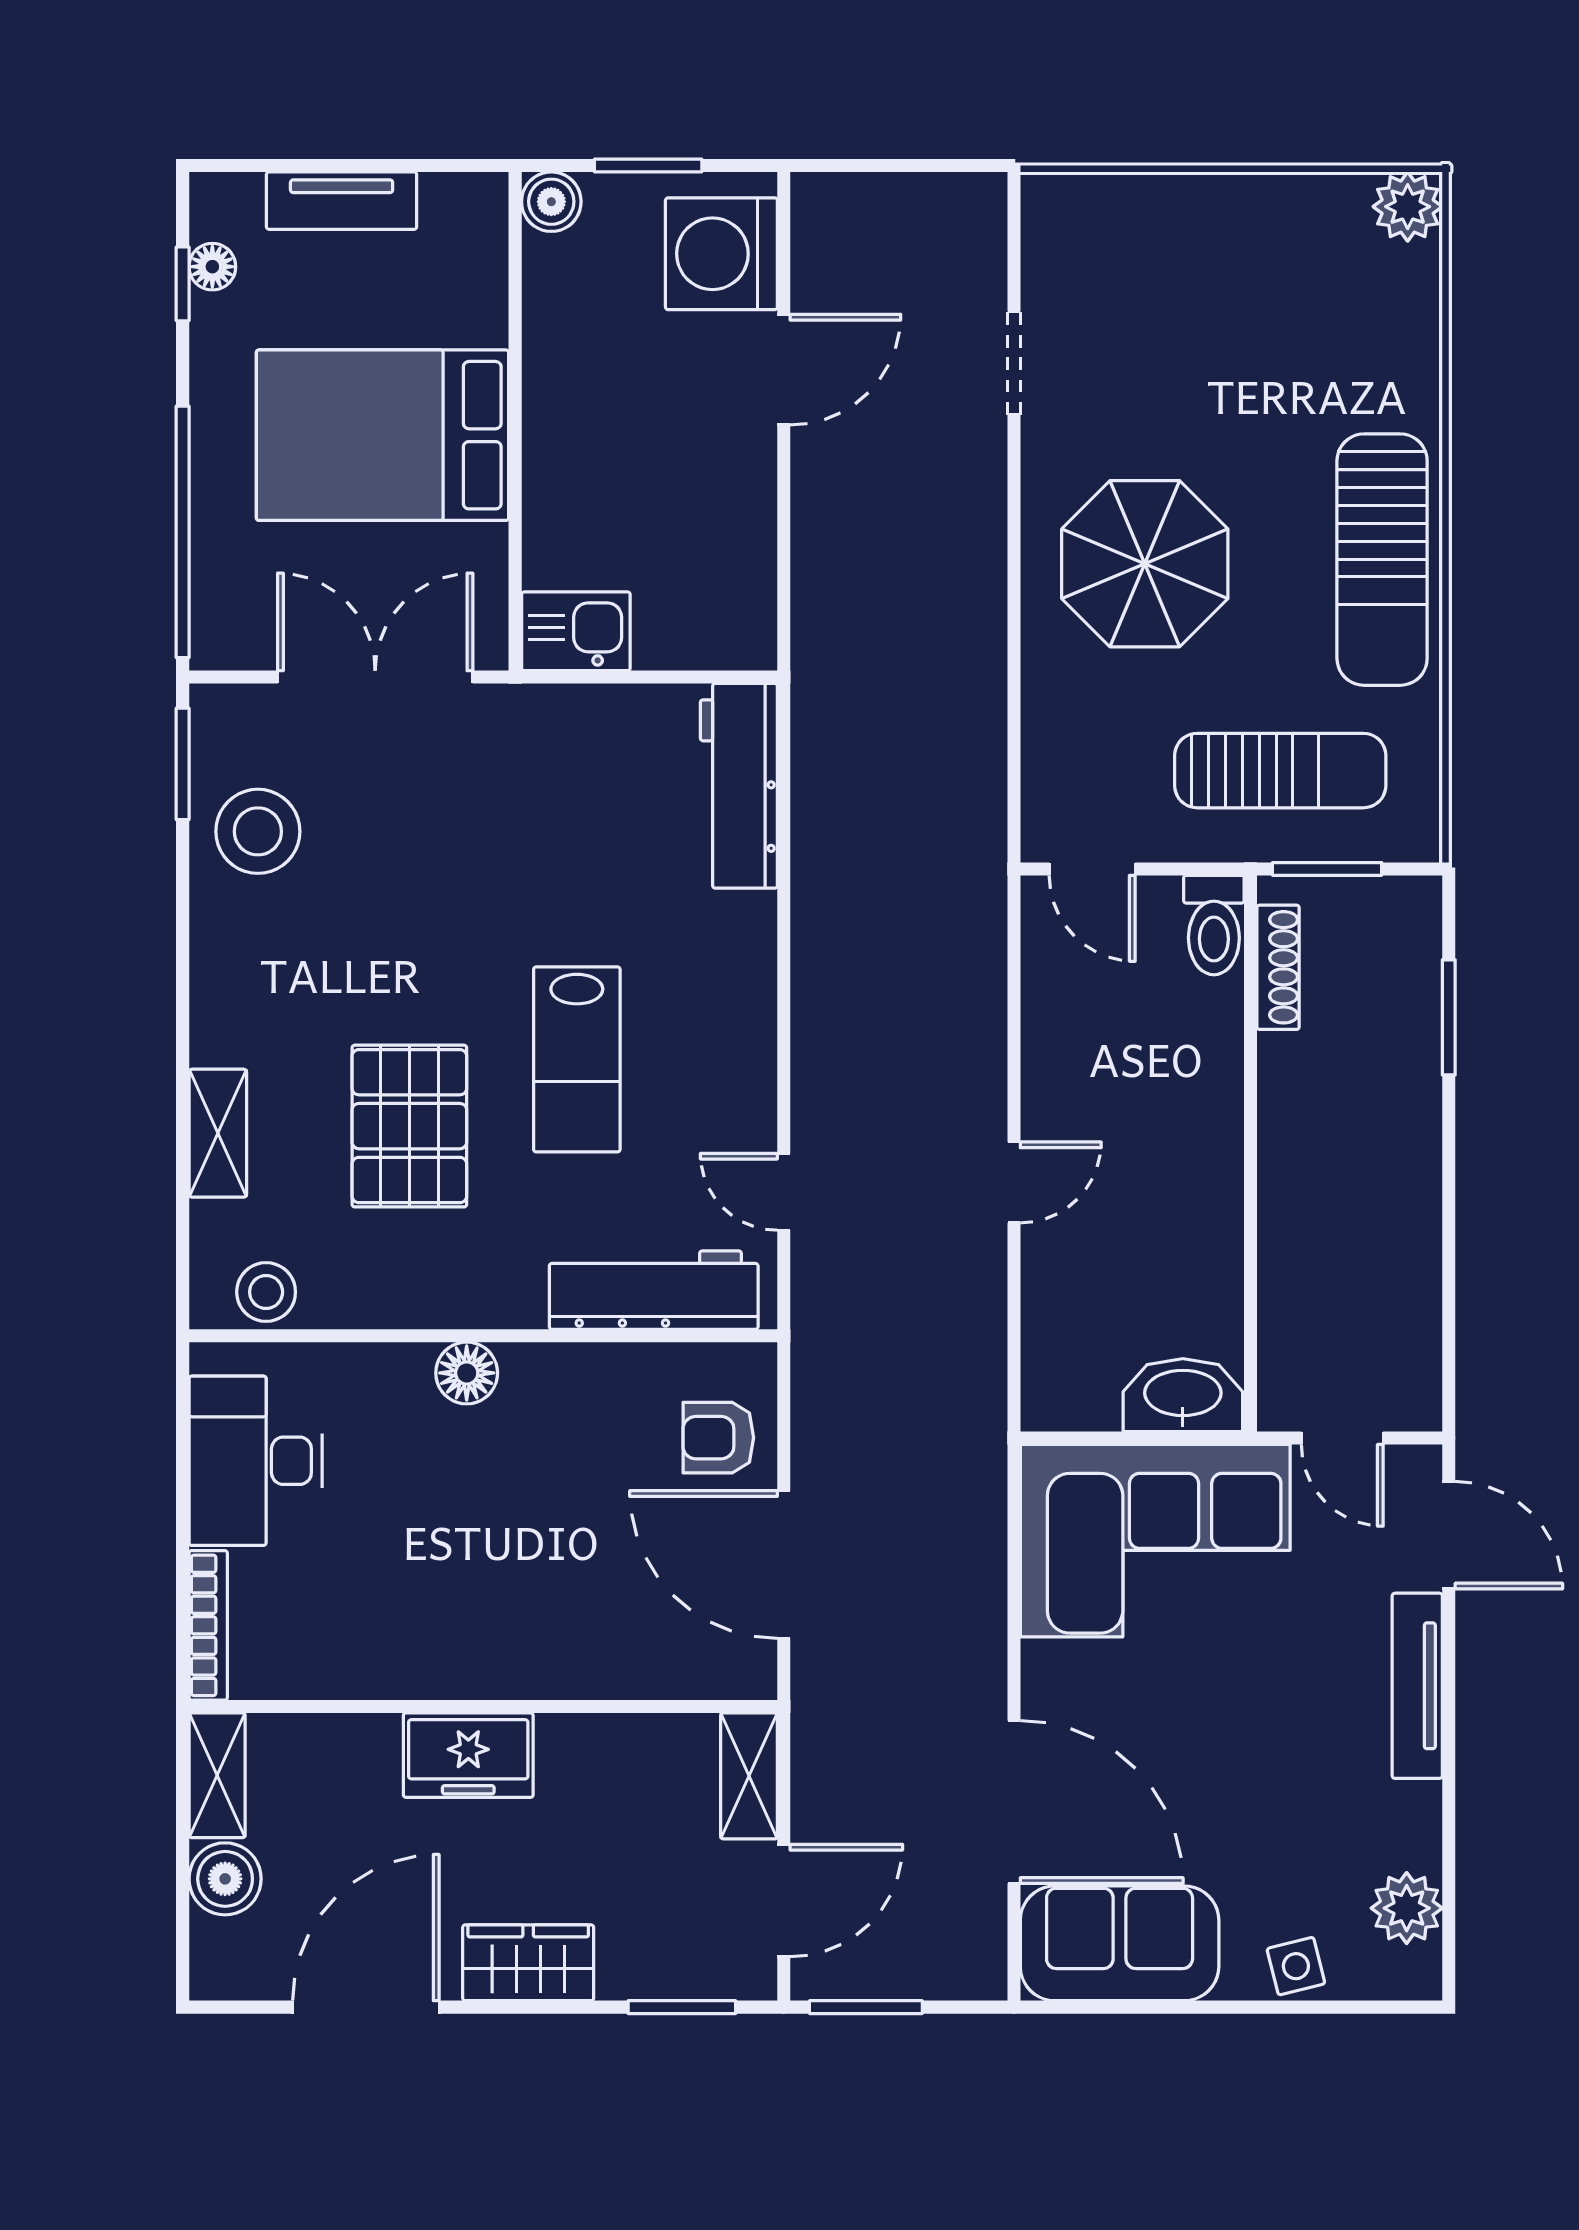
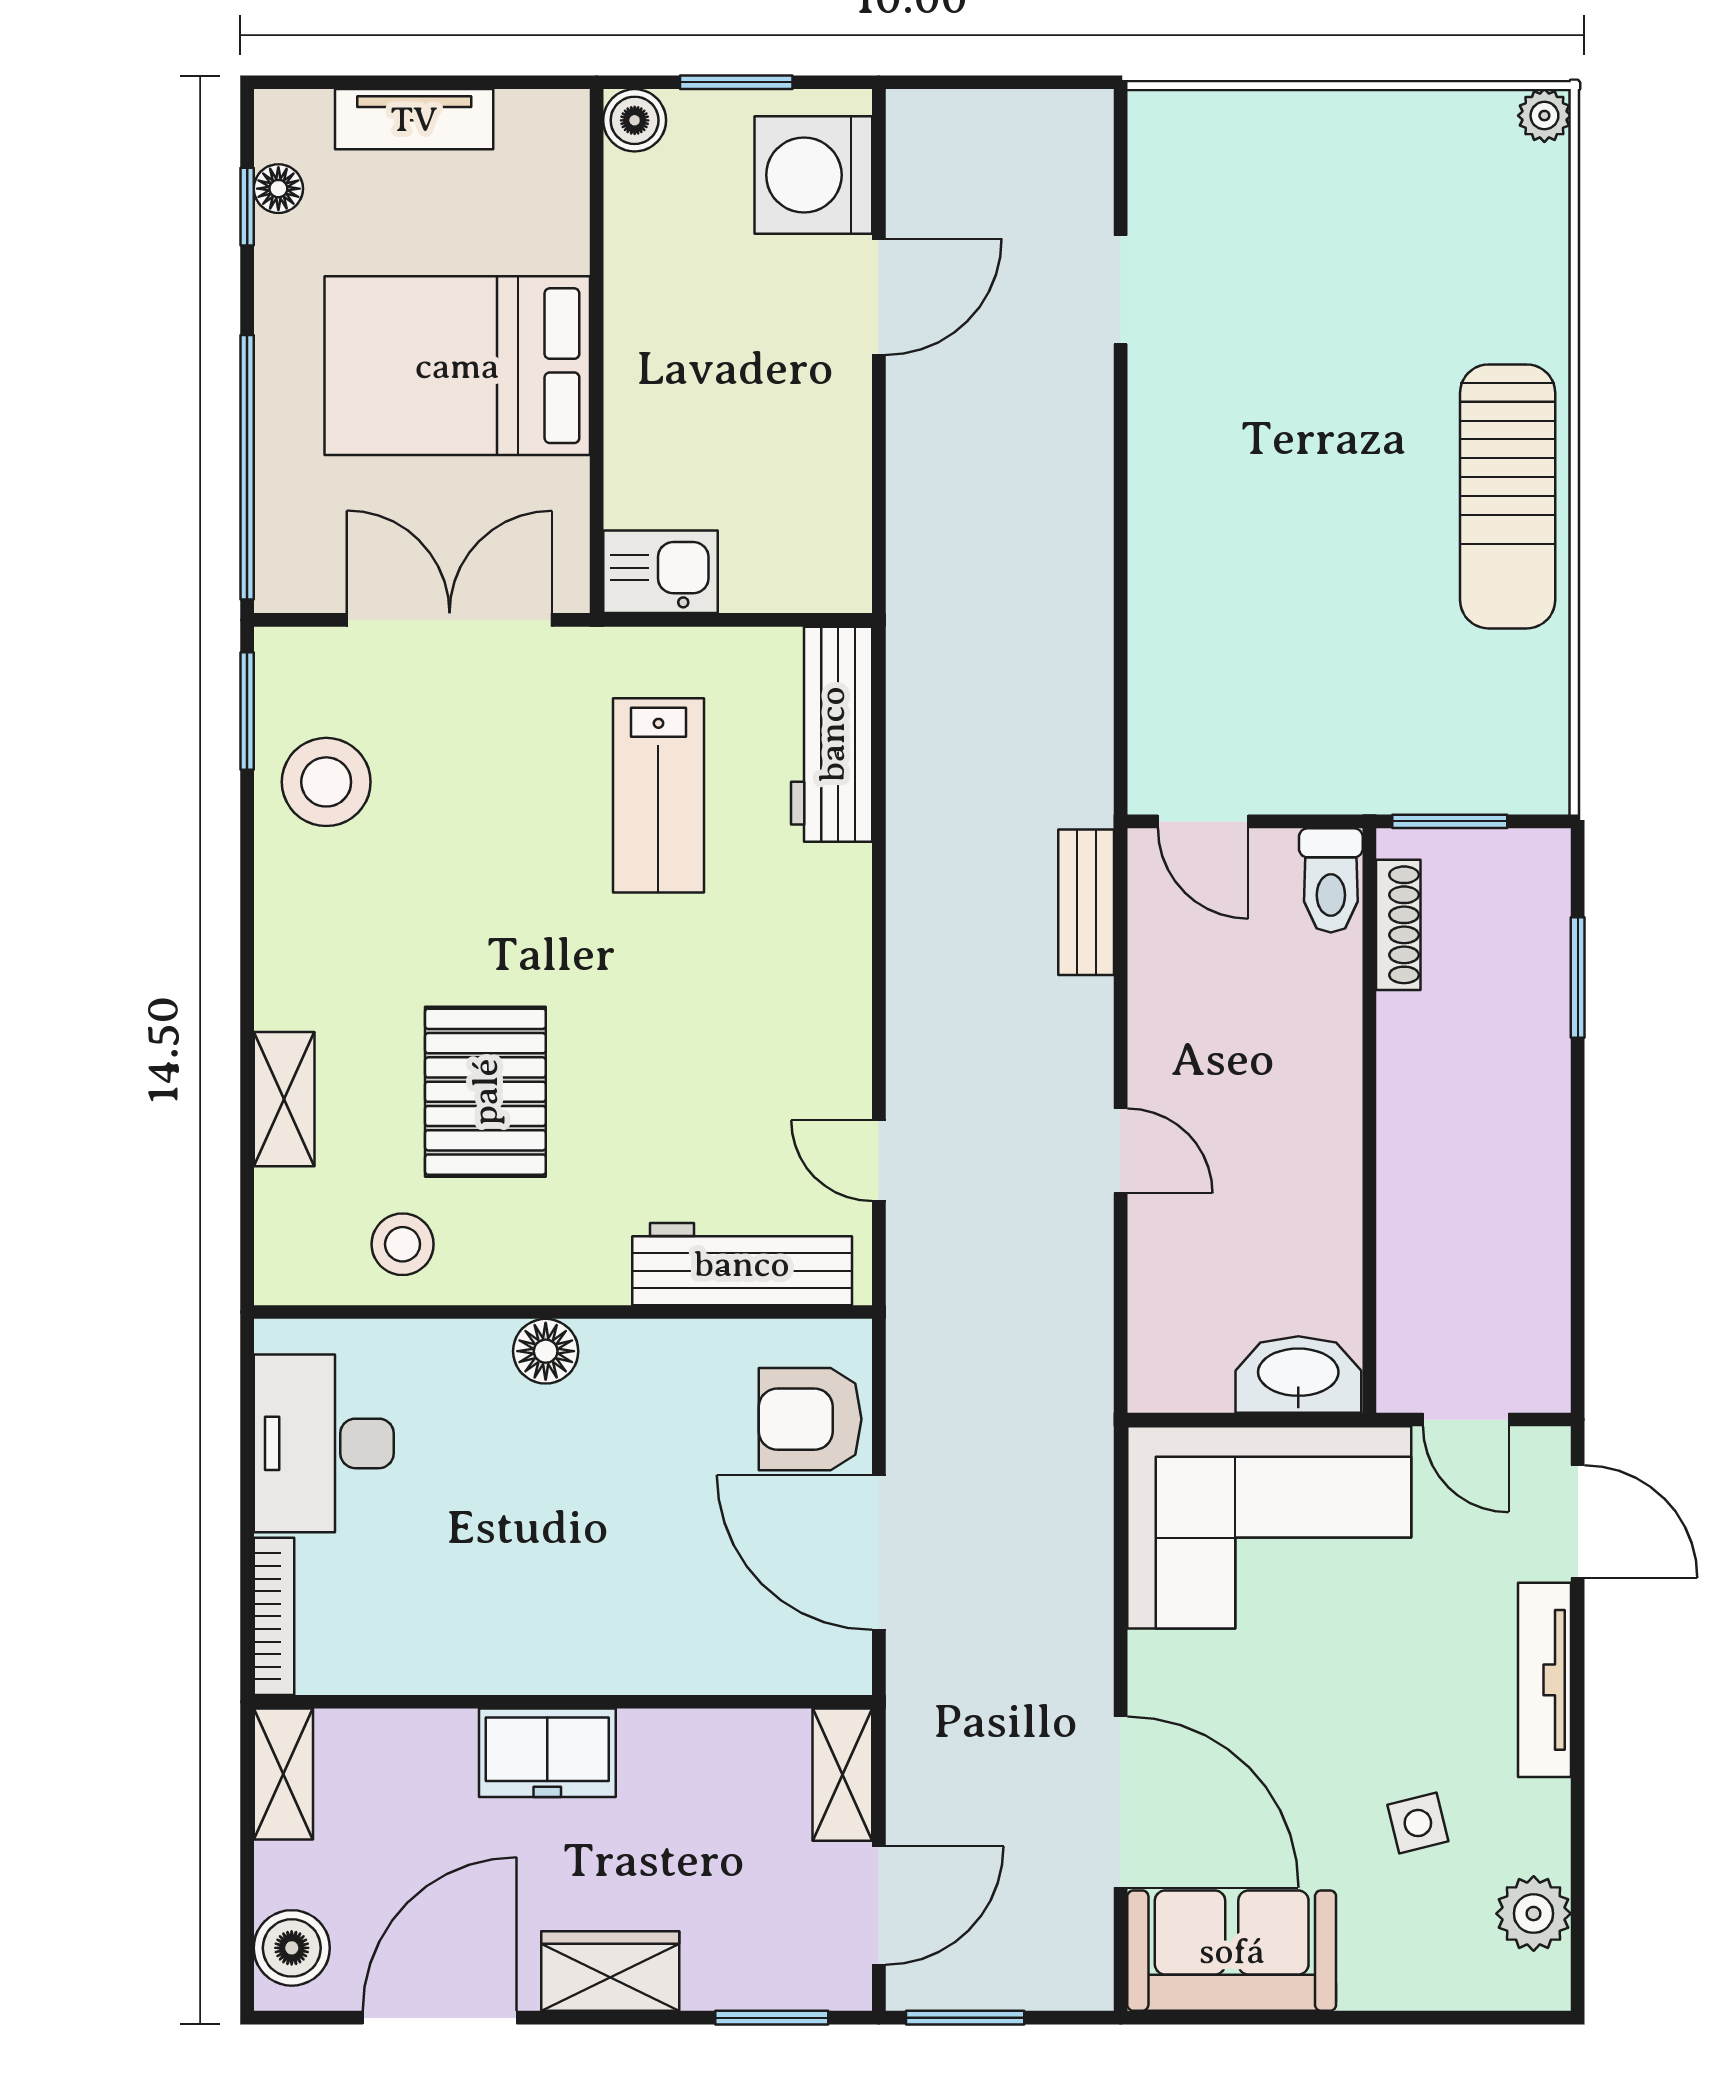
plant: (1408, 207) -> (1544, 116), width x0.73, depth x0.73
parasol: (1145, 564) -> (1258, 501), removed
sun lounger: (1280, 771) -> (1401, 718), removed
bench: (981, 946) -> (1086, 902), added
lab bench: (577, 1059) -> (658, 795), moved
door: (1014, 1182) -> (1121, 1151), hinge flipped
stool: (266, 1292) -> (403, 1244), moved
armchair: (718, 1438) -> (810, 1419), width x1.38, depth x1.38
boiler: (225, 1879) -> (292, 1948), moved
side table: (1296, 1966) -> (1418, 1823), moved

